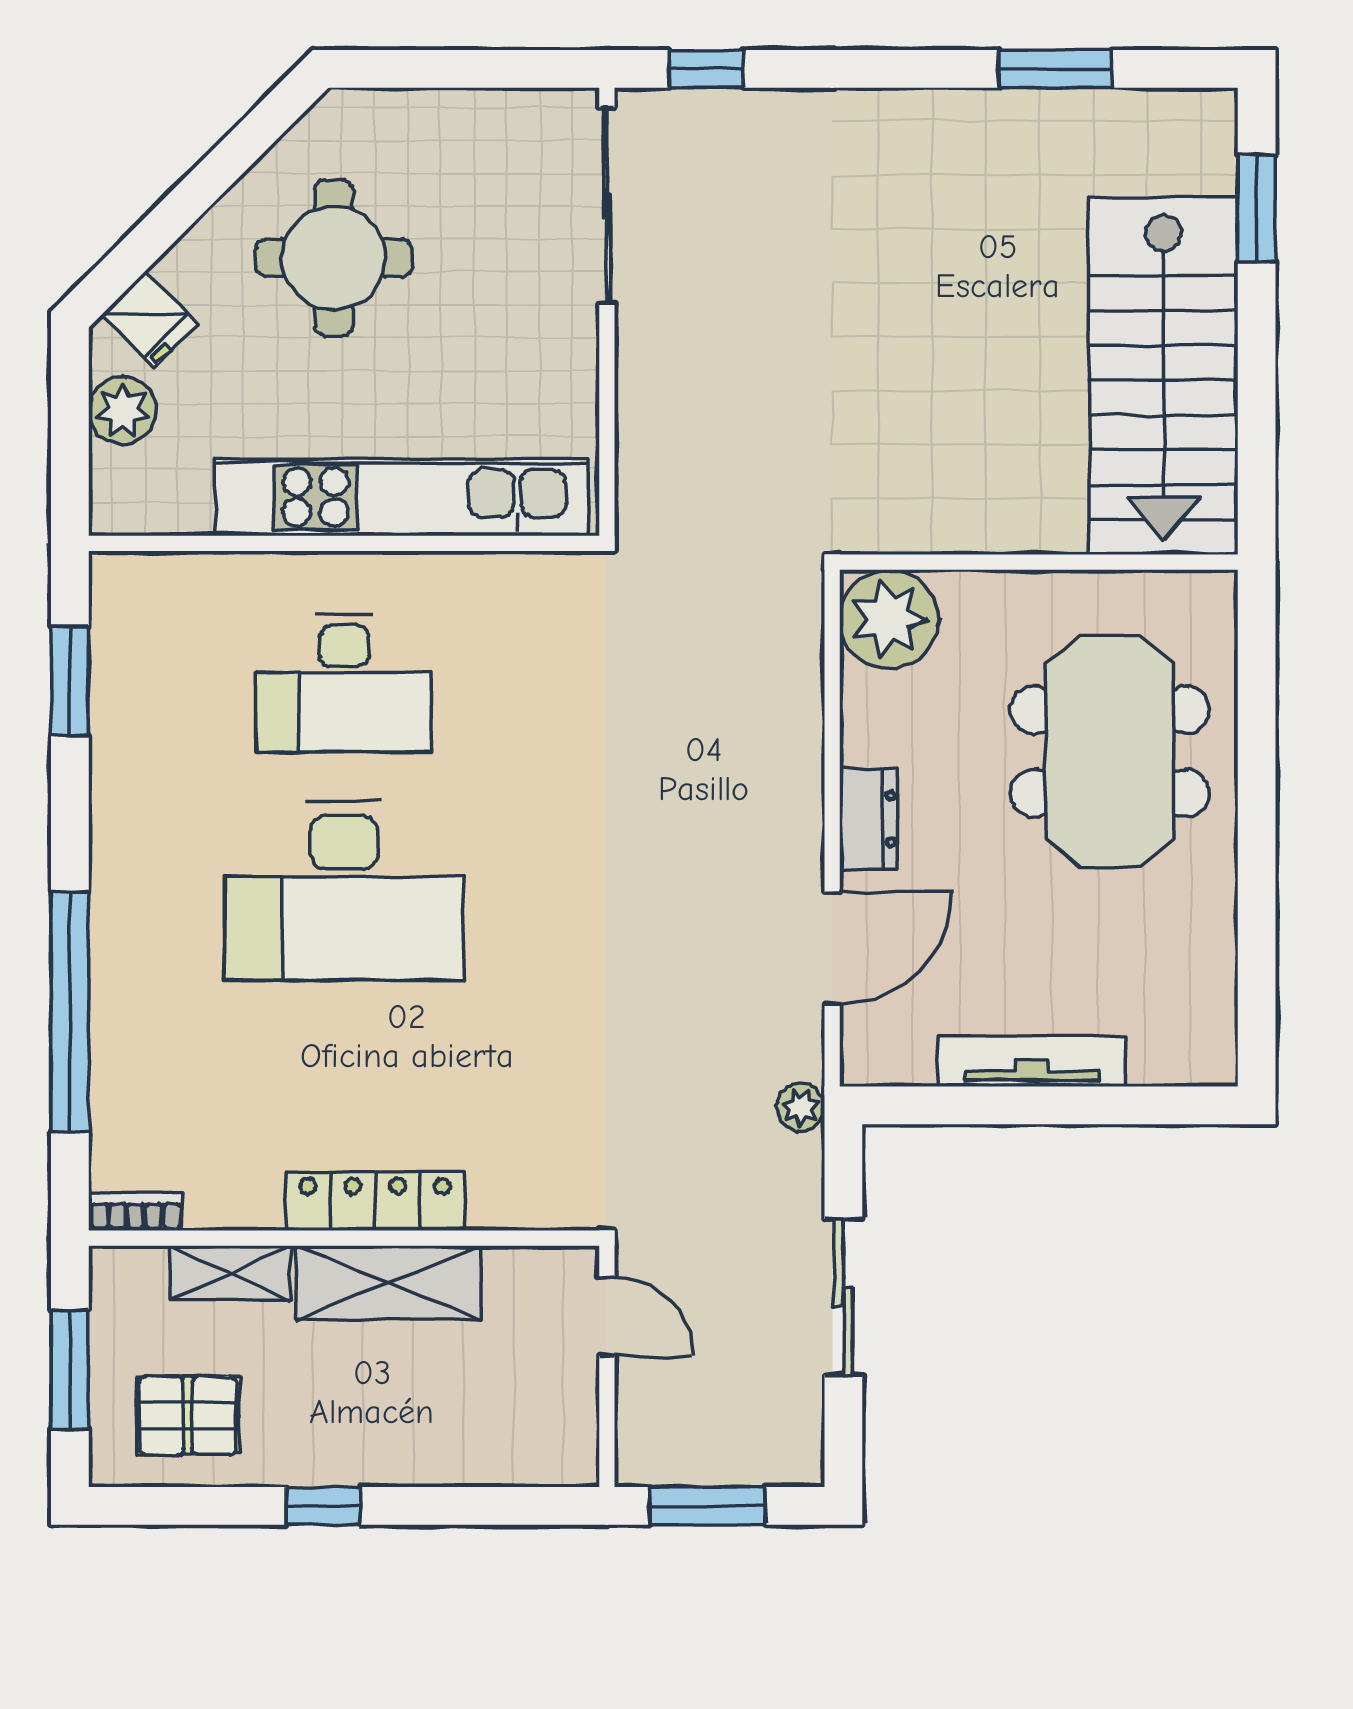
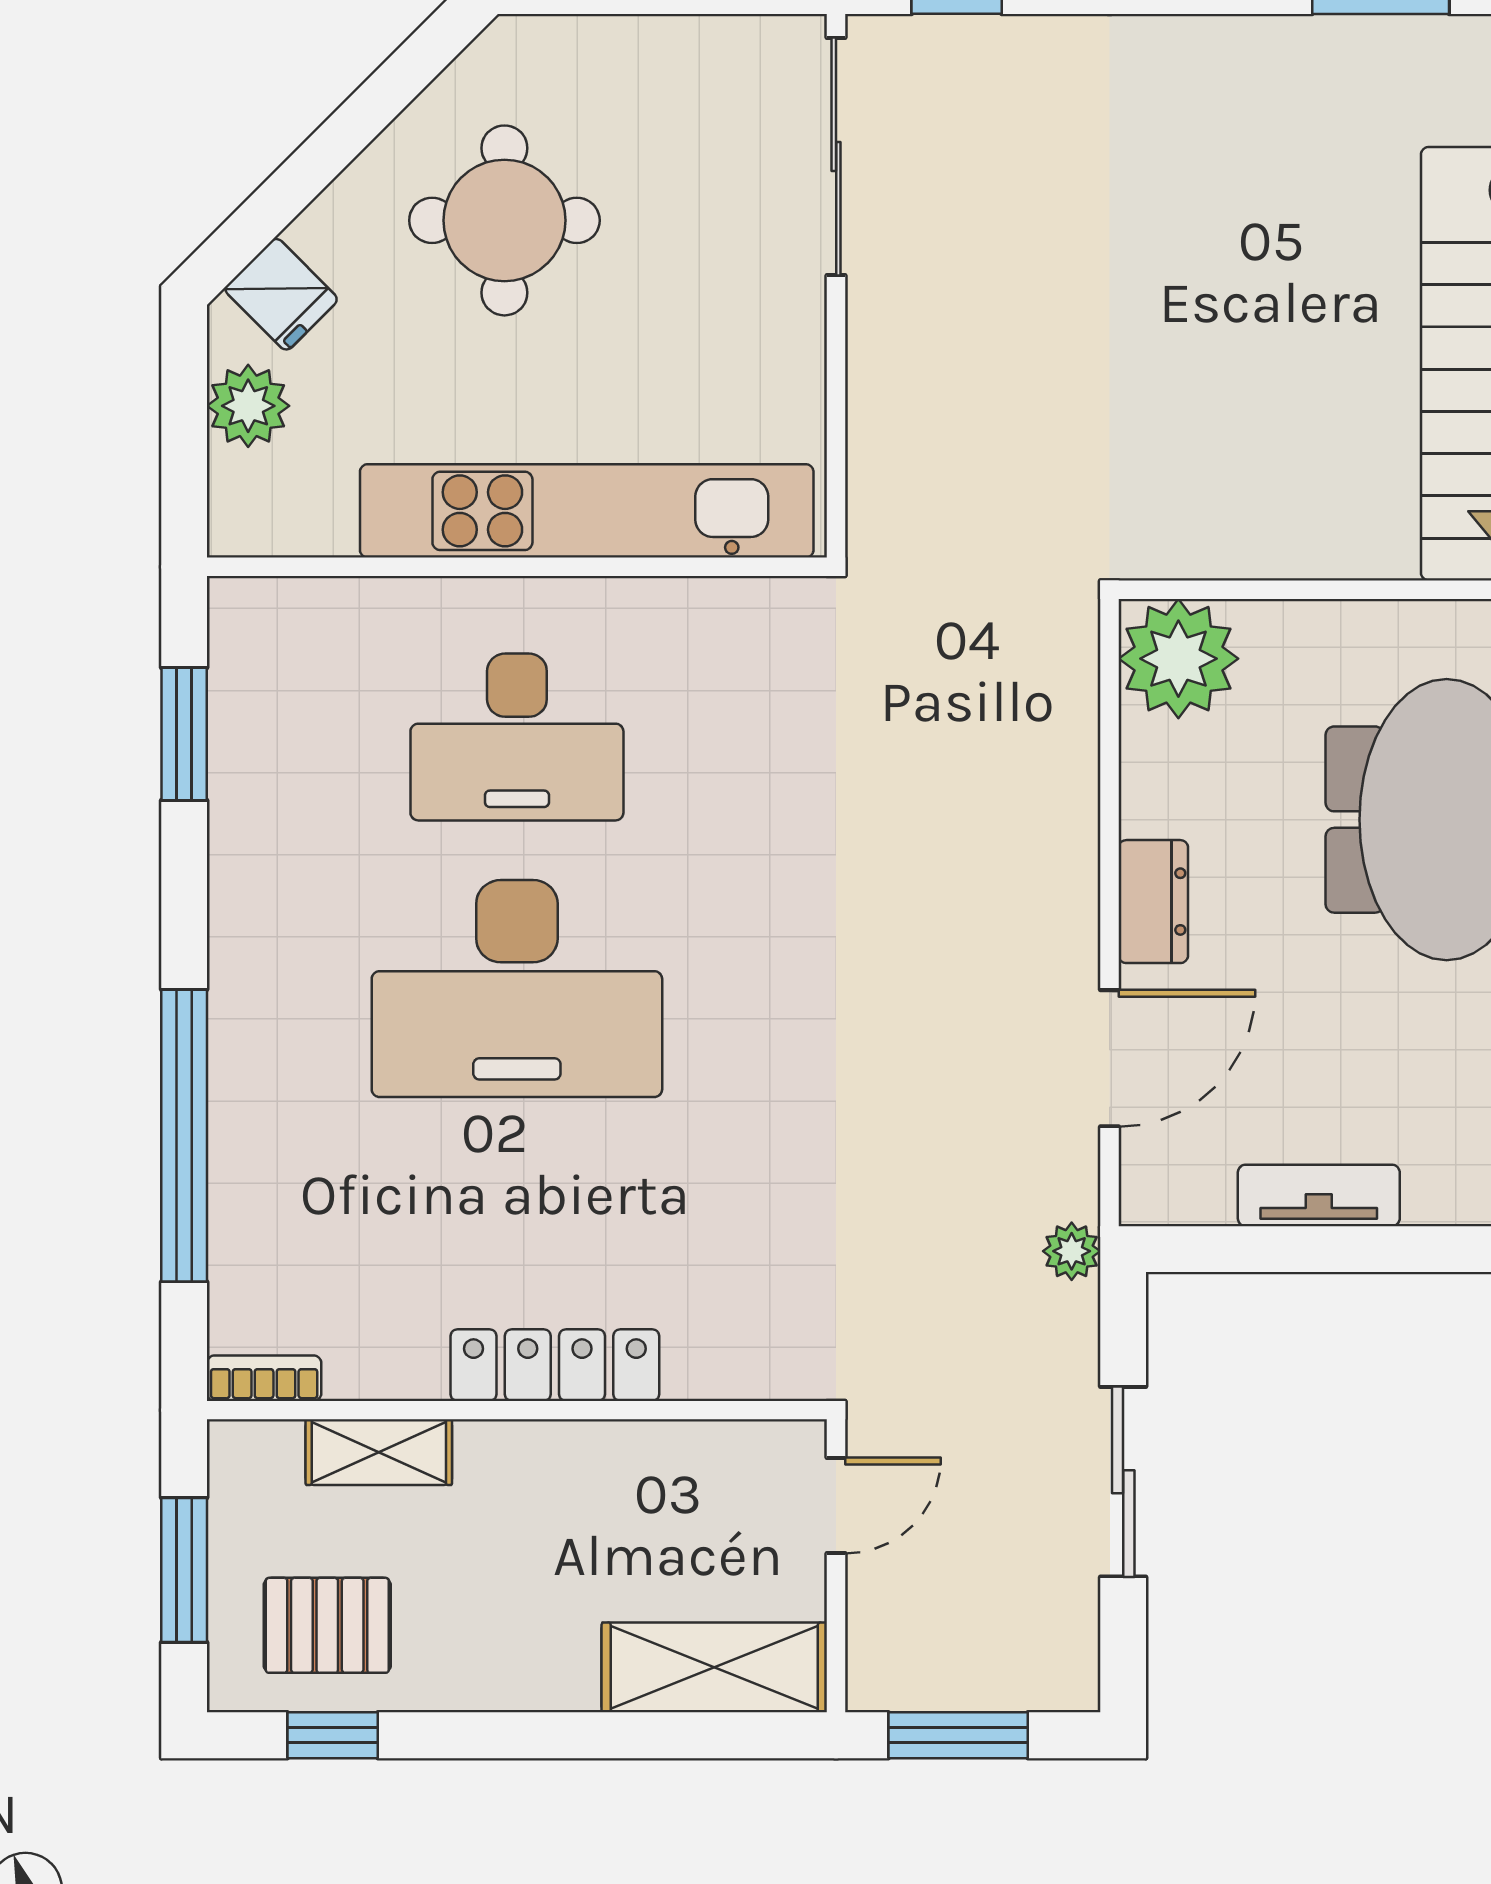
tv unit: (1032, 1061) -> (1319, 1195), width x0.71
shelving: (388, 1283) -> (714, 1667), moved
door: (607, 1317) -> (836, 1505), hinge flipped
window: (323, 1506) -> (333, 1735), moved

